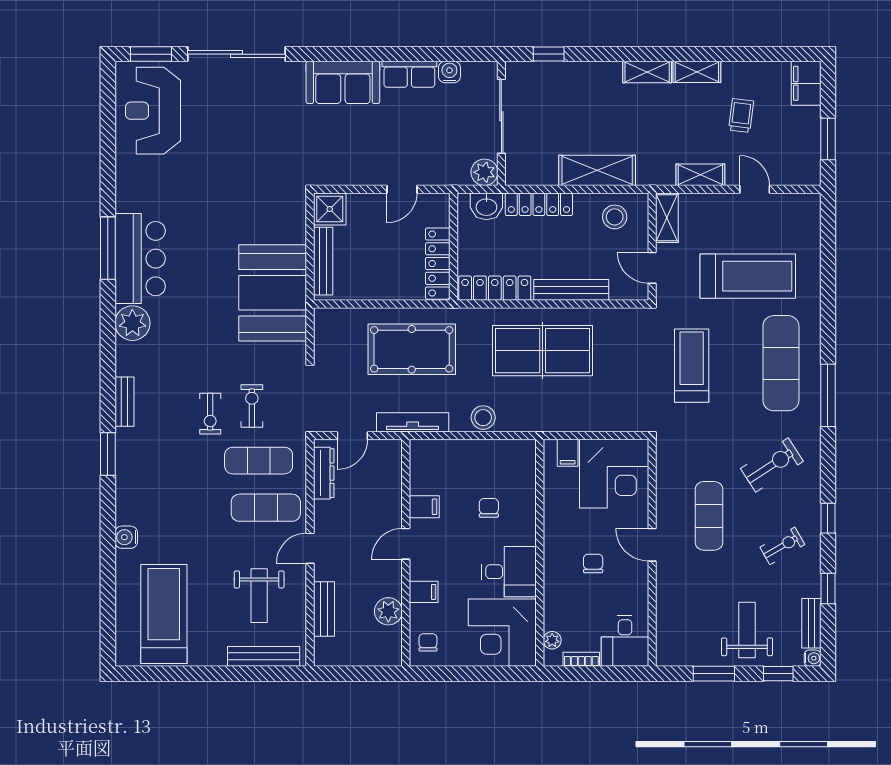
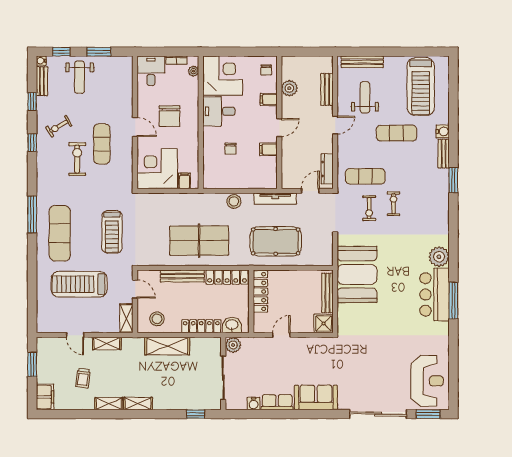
bench: (124, 402) -> (444, 154), moved
exercise bike: (772, 465) -> (77, 159), moved, turned 123
exercise mat: (266, 508) -> (397, 133), moved
chair: (593, 563) -> (170, 116), width x1.87, depth x1.87

